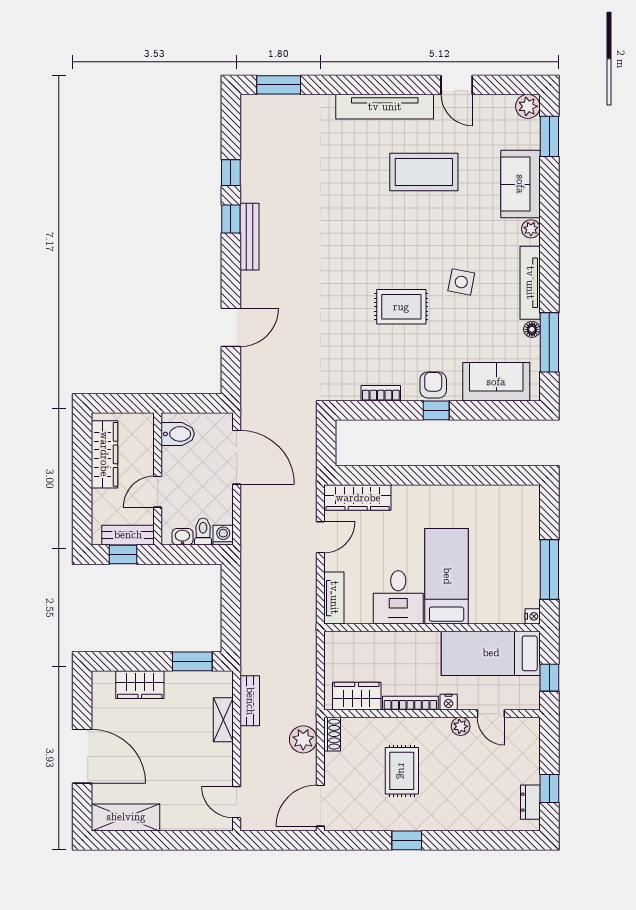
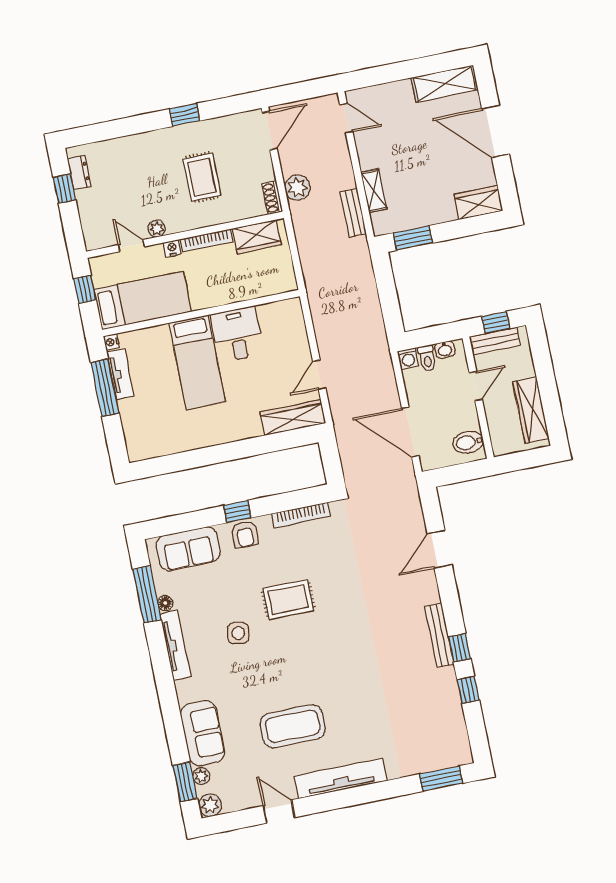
plant: (531, 229) -> (201, 776), moved
bookcase: (381, 393) -> (301, 515), width x1.56
tv unit: (334, 598) -> (120, 374), moved, turned 180
wardrobe: (140, 685) -> (478, 203), moved

